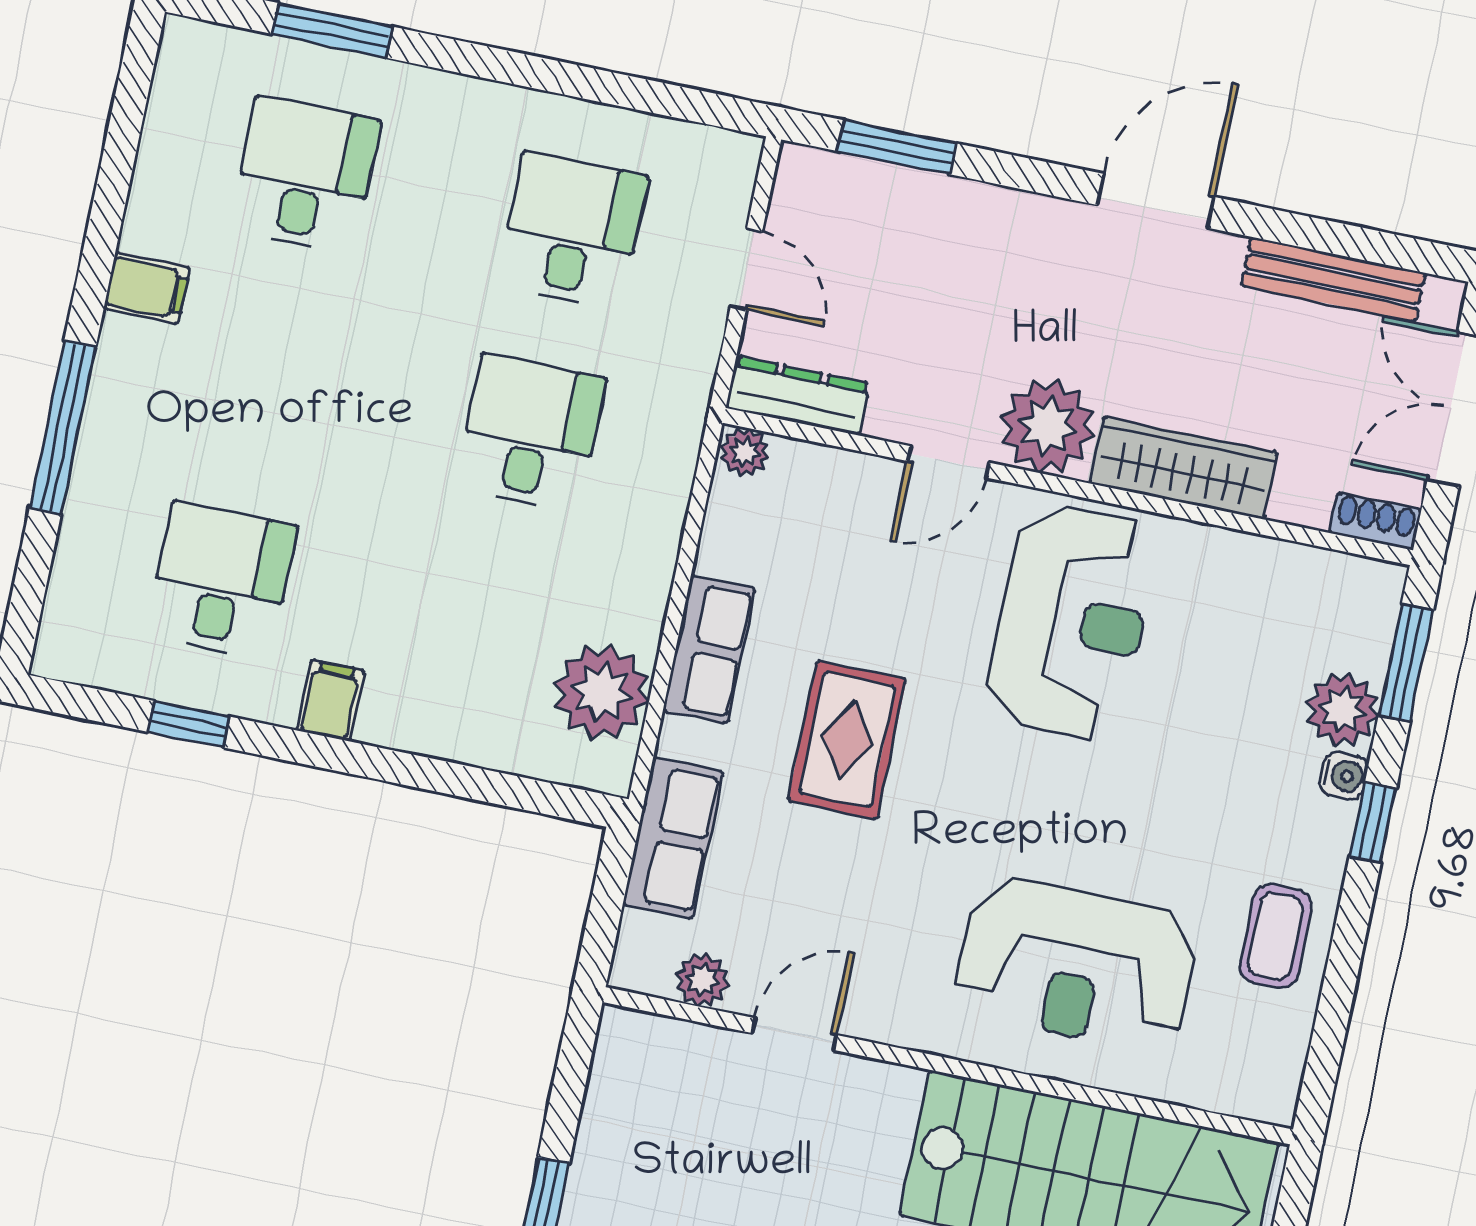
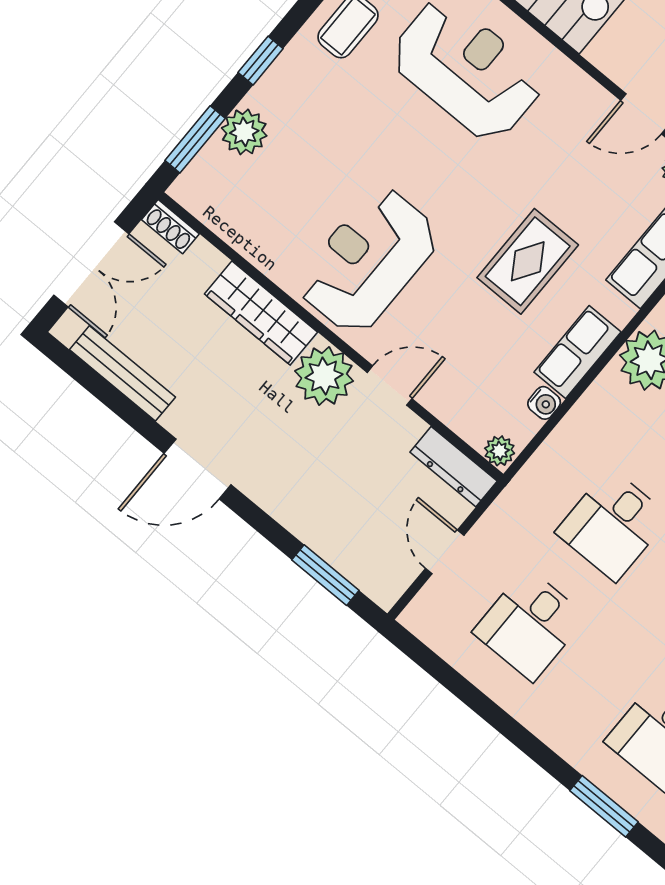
water cooler: (1344, 776) -> (544, 403), moved, turned 180

